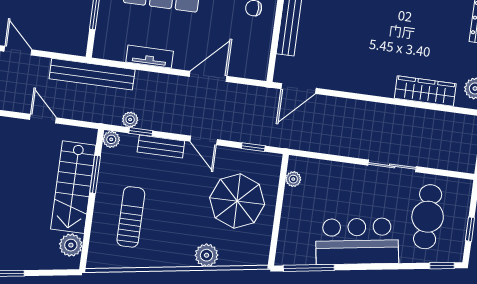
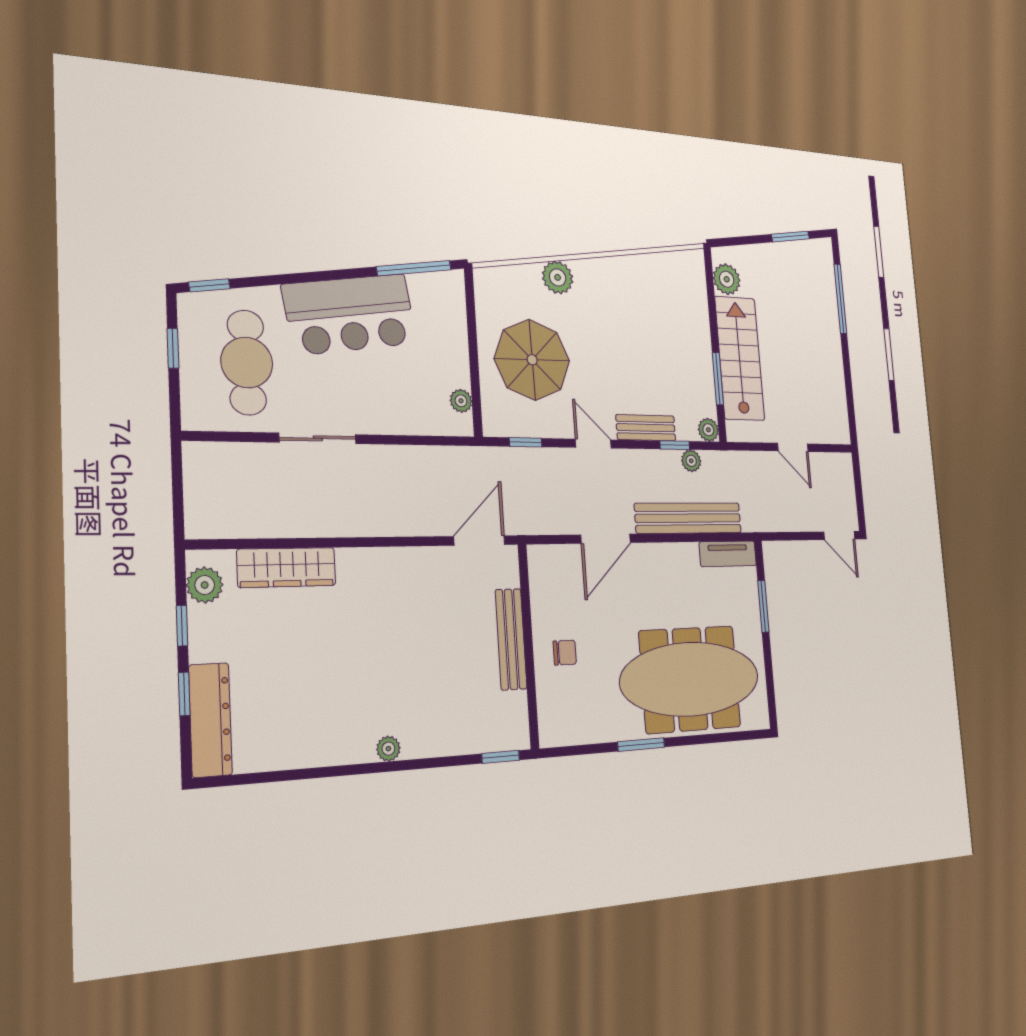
tv unit: (150, 57) -> (728, 554), moved
bench: (92, 74) -> (688, 518), moved
sun lounger: (131, 217) -> (663, 324), removed

